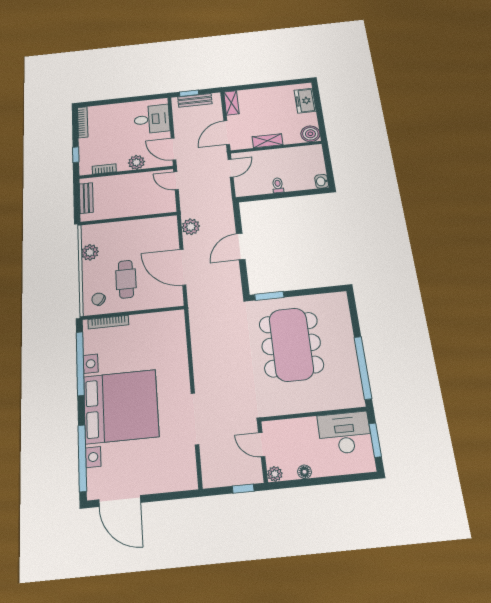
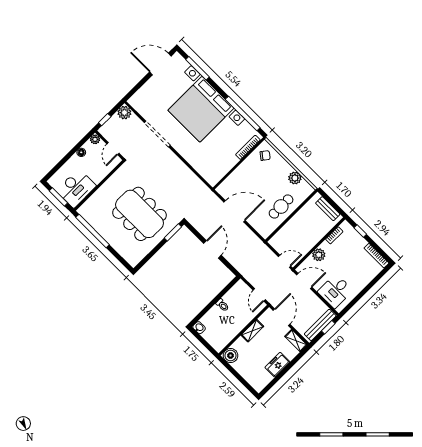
bench: (195, 100) -> (320, 325), width x1.36
freezer: (305, 101) -> (277, 365), moved, turned -90
plant: (191, 227) -> (124, 113), moved
cafe table: (126, 279) -> (281, 207), moved, turned 90
door: (262, 445) -> (113, 149), swing flipped
window: (82, 458) -> (197, 68), width x0.68

